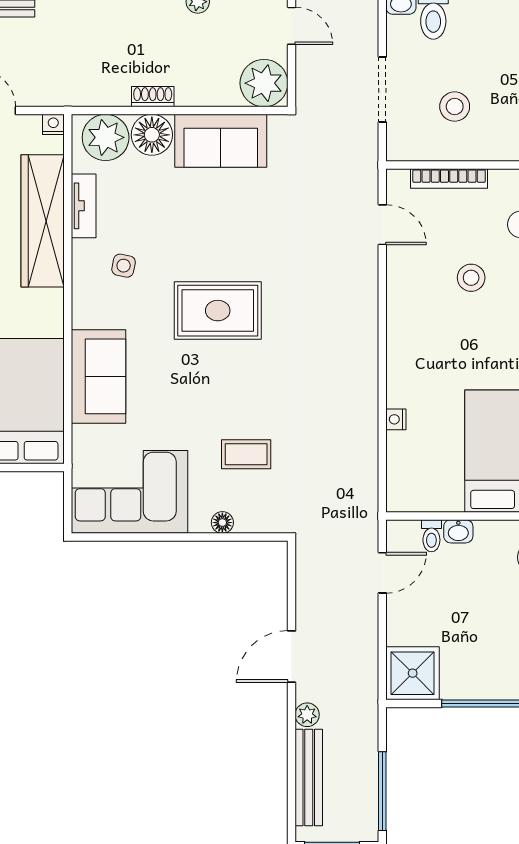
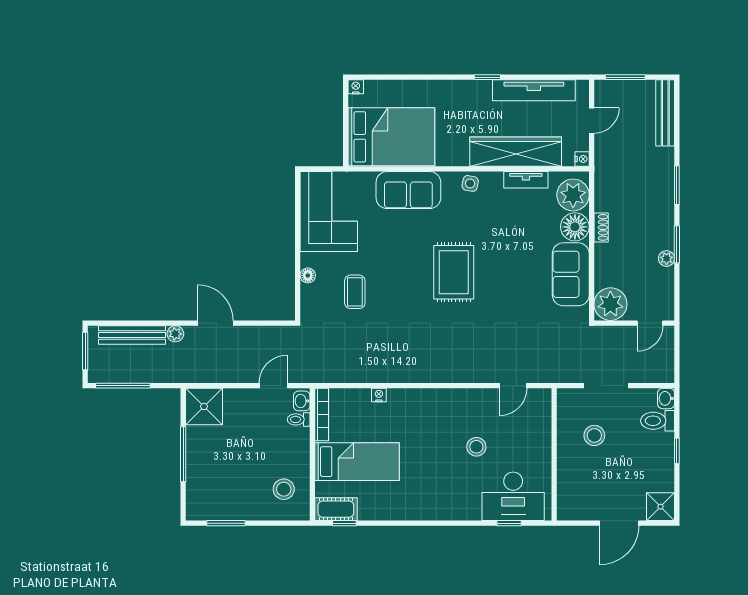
bookcase: (449, 178) -> (322, 414), moved, turned 180
side table: (124, 266) -> (470, 183), moved
washbasin: (458, 531) -> (302, 401), moved
door: (382, 573) -> (273, 386), swing flipped

